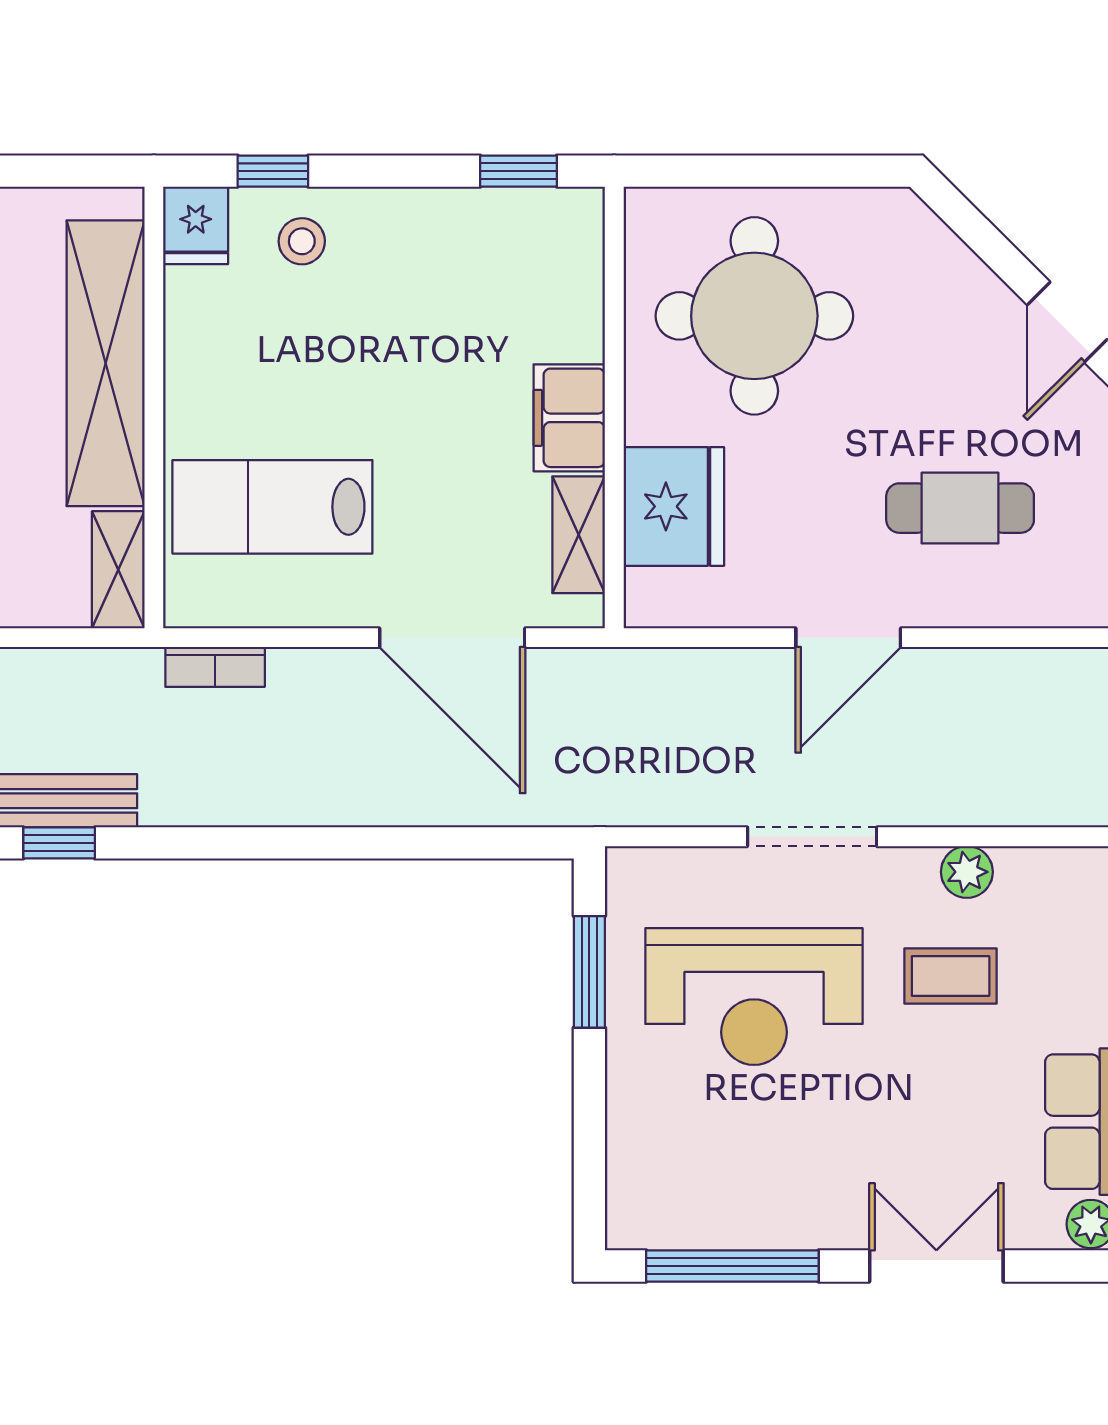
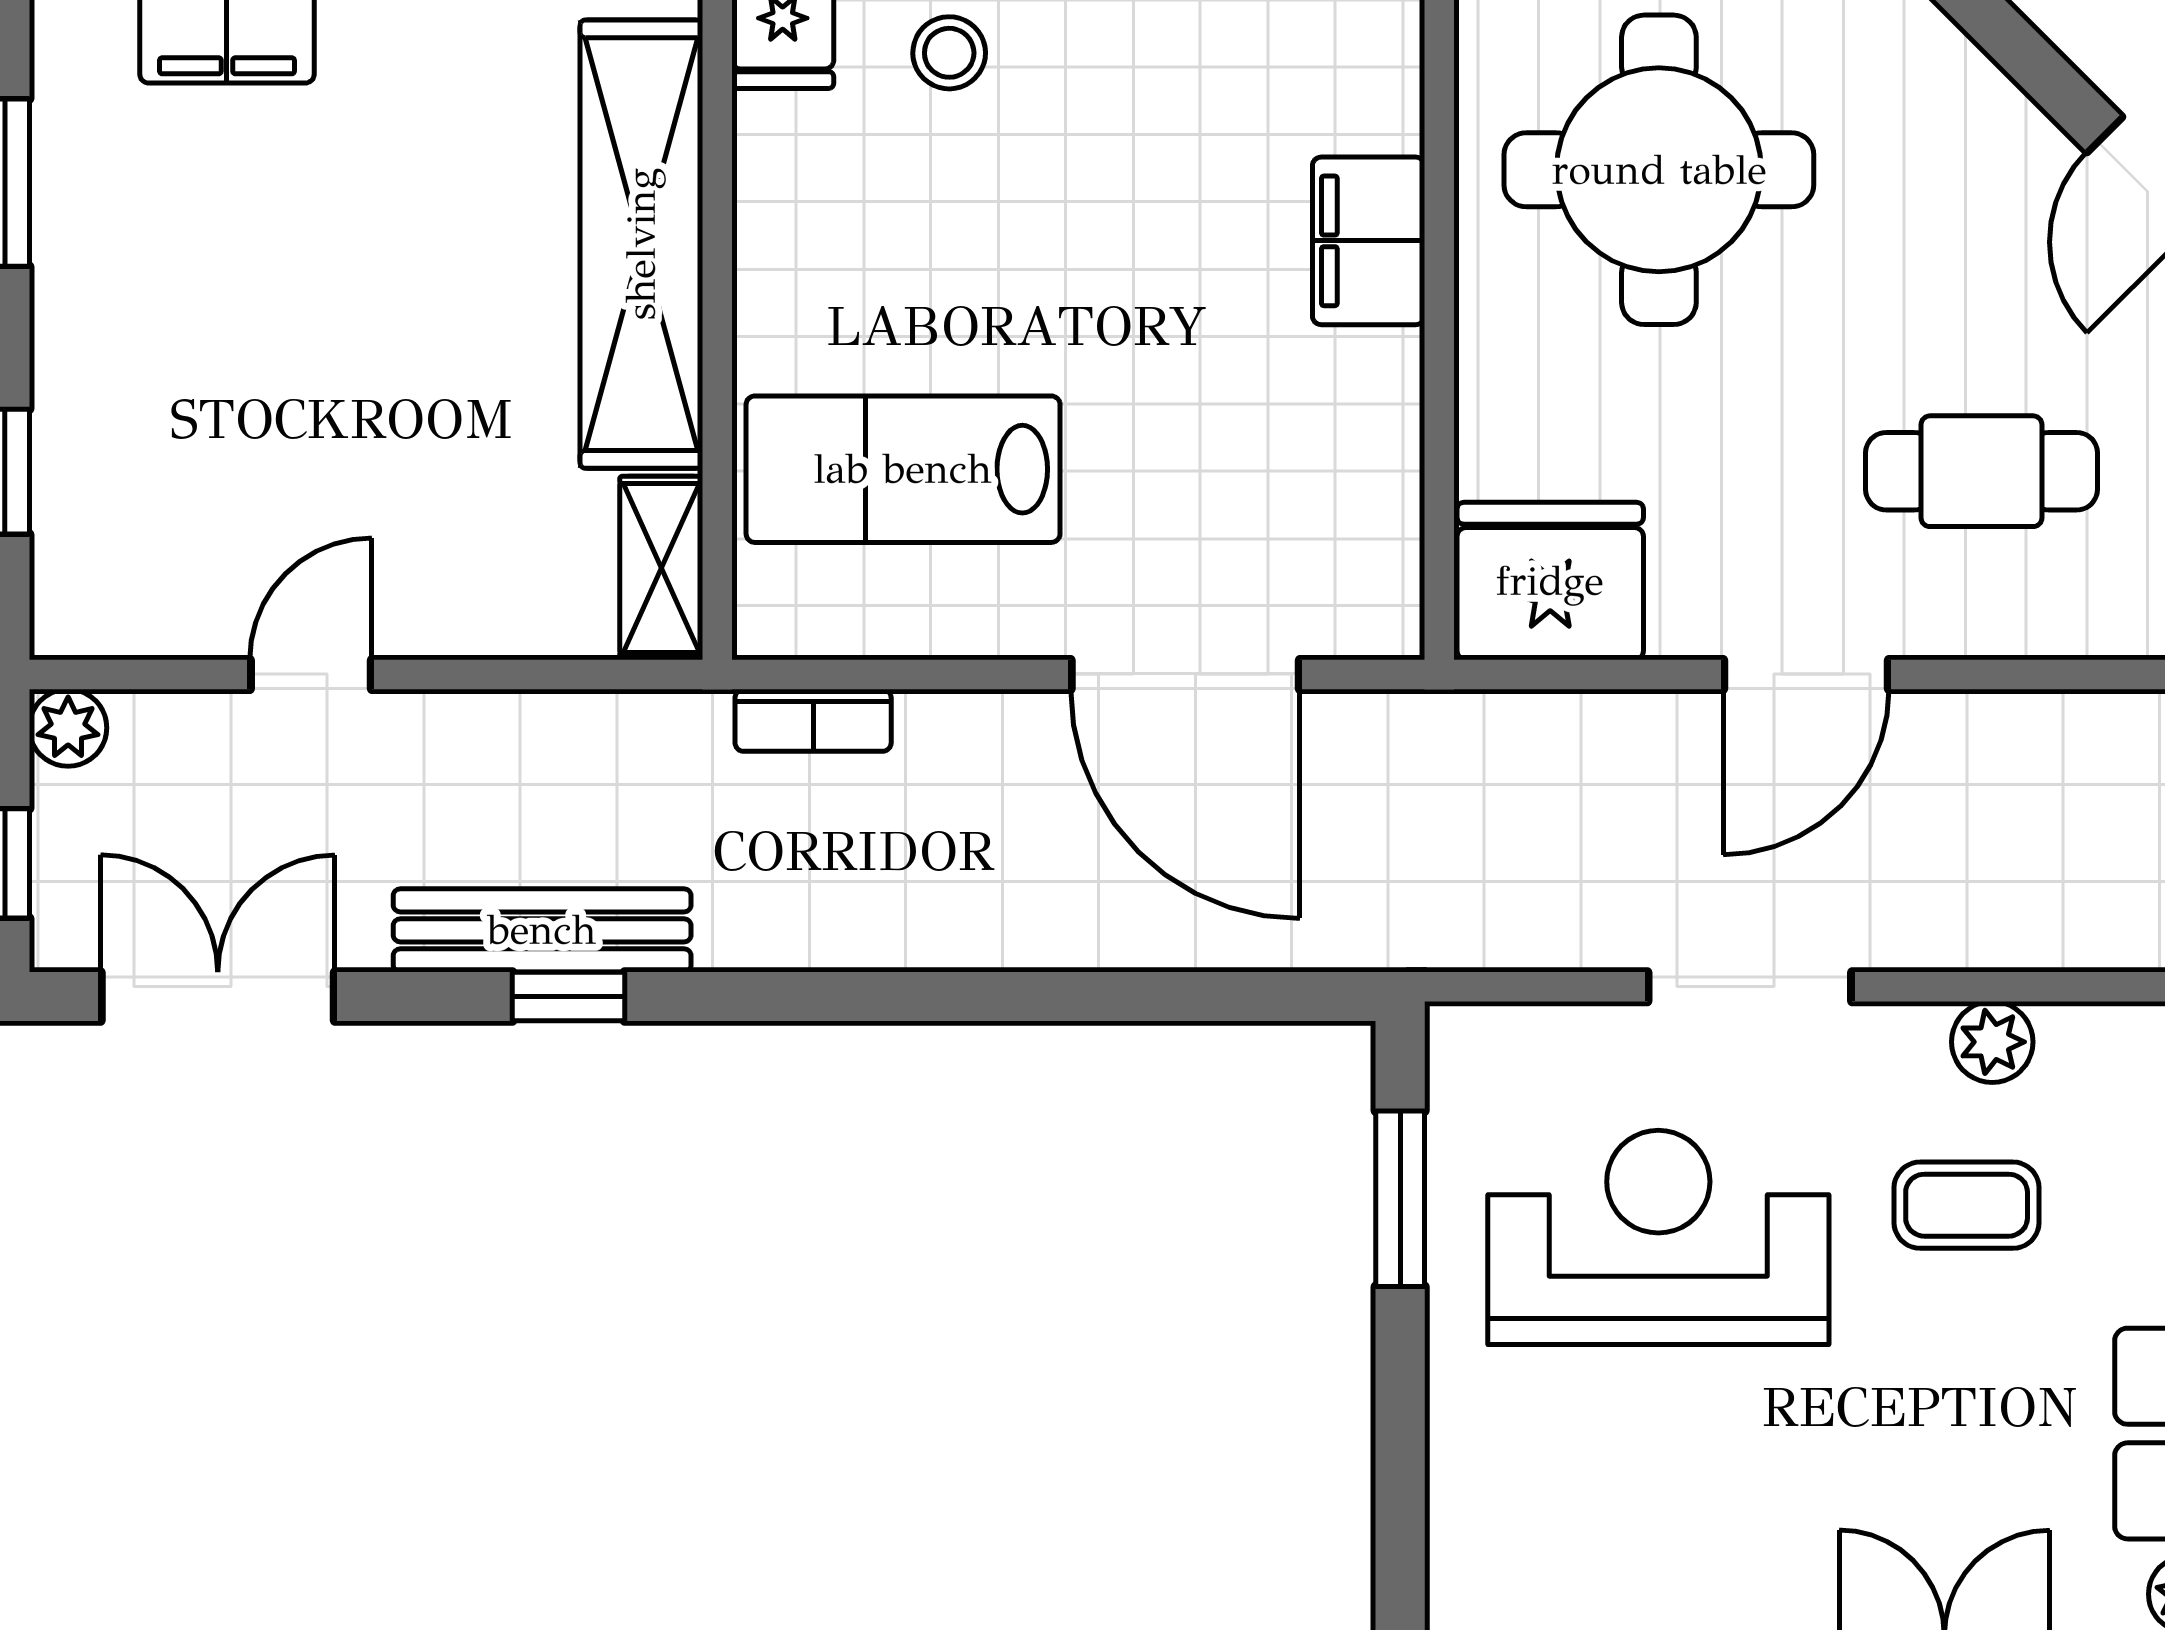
filing cabinet: (569, 418) -> (1369, 241), moved
fridge: (674, 506) -> (1550, 581), moved, turned -90
shelving: (579, 535) -> (1383, 513), removed
reception desk: (754, 997) -> (1658, 1237), turned 180

